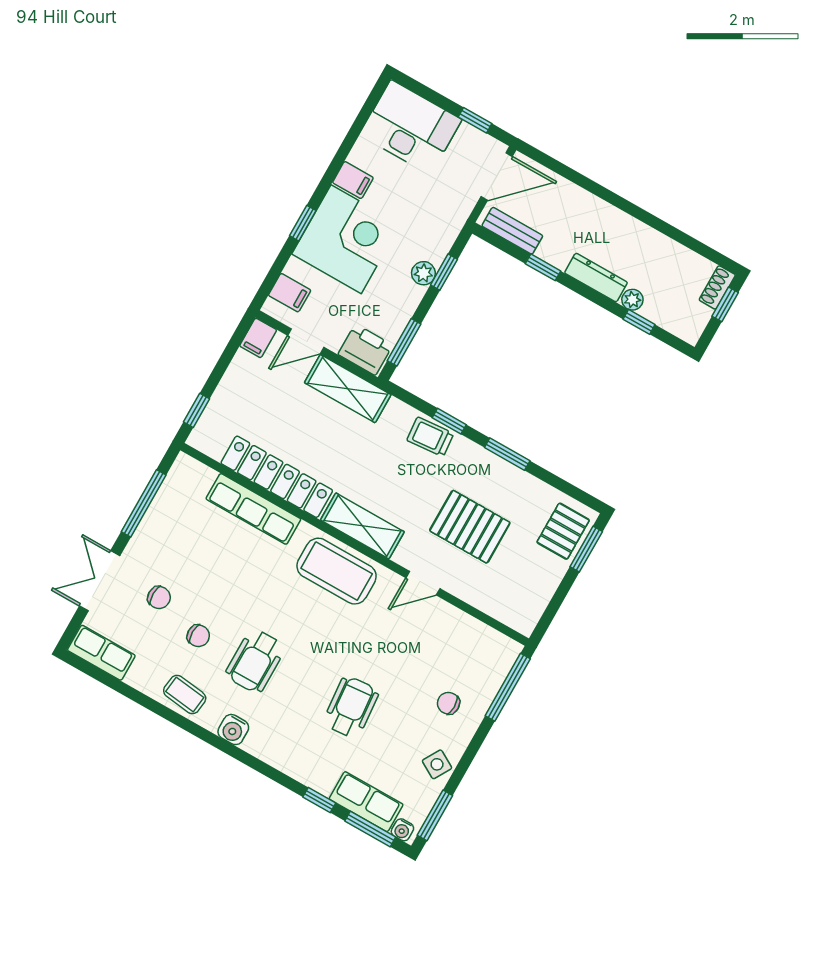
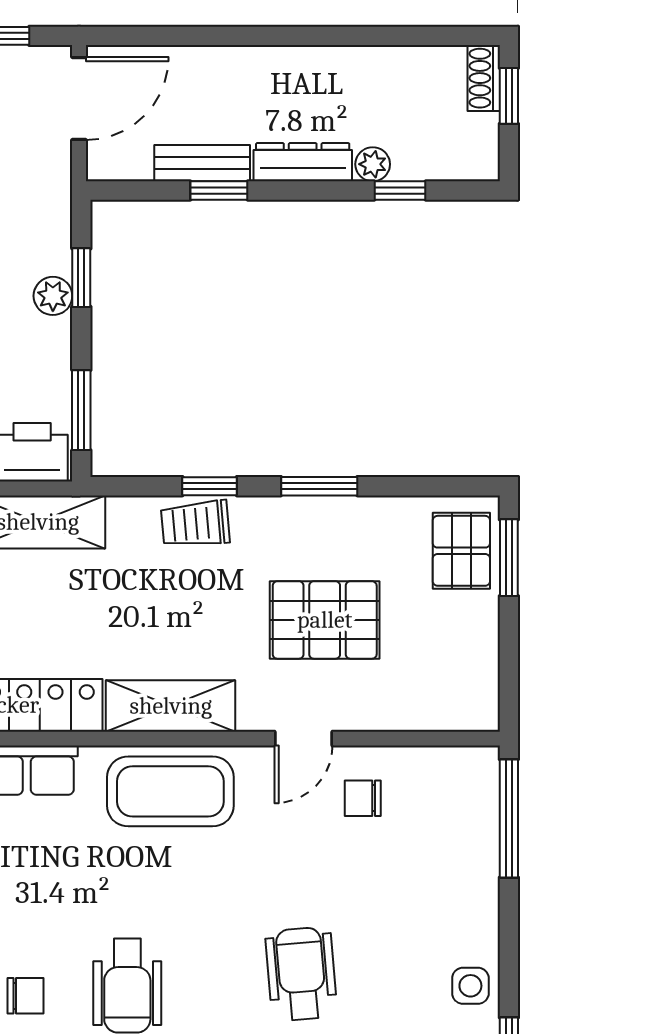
bench: (512, 231) -> (202, 163), moved
chair: (448, 703) -> (363, 798), moved
side table: (437, 764) -> (470, 986), turned -30

